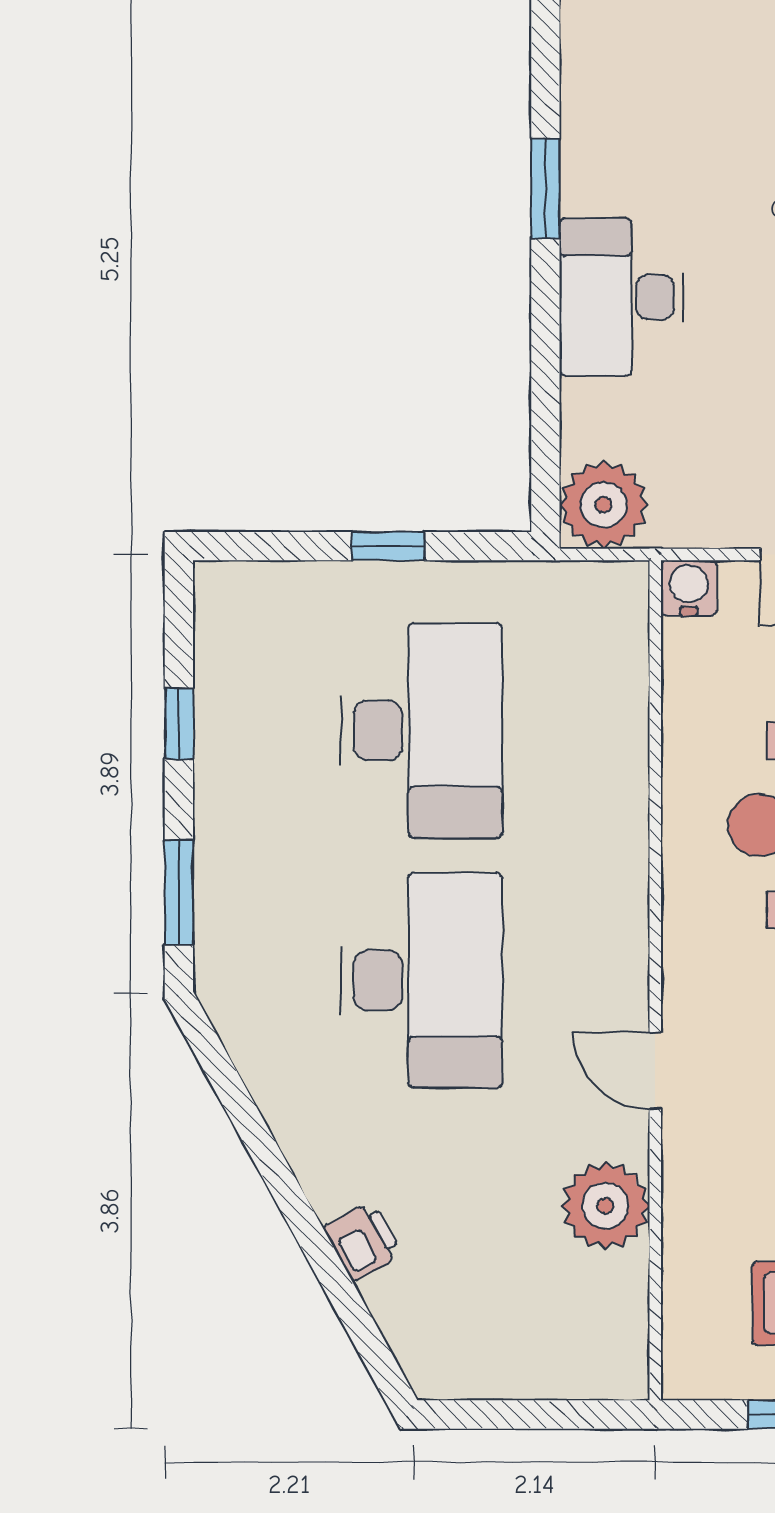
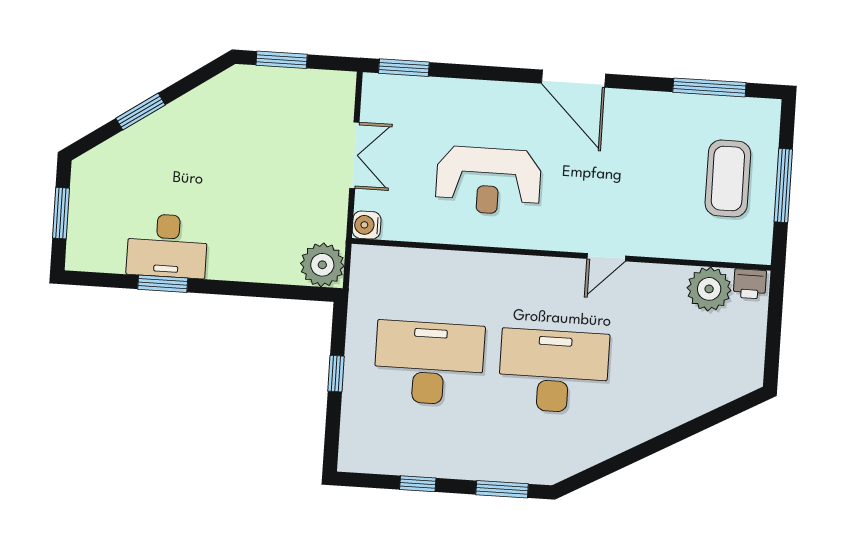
desk: (621, 297) -> (167, 246), moved
plant: (605, 1206) -> (709, 289), moved
printer: (363, 1241) -> (750, 284), moved, turned -151

